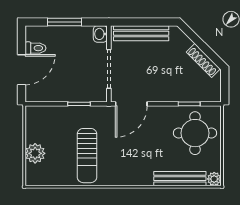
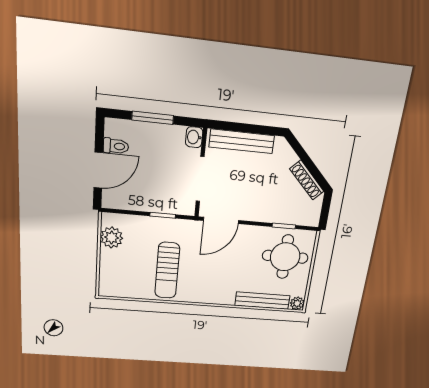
plant: (35, 153) -> (112, 237), moved

